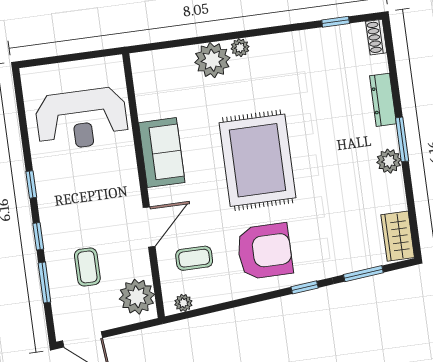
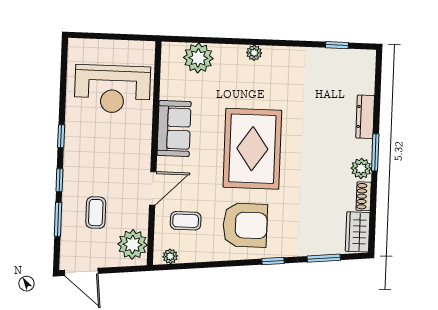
shoe rack: (376, 37) -> (364, 196), moved
plant: (212, 60) -> (198, 58), moved

